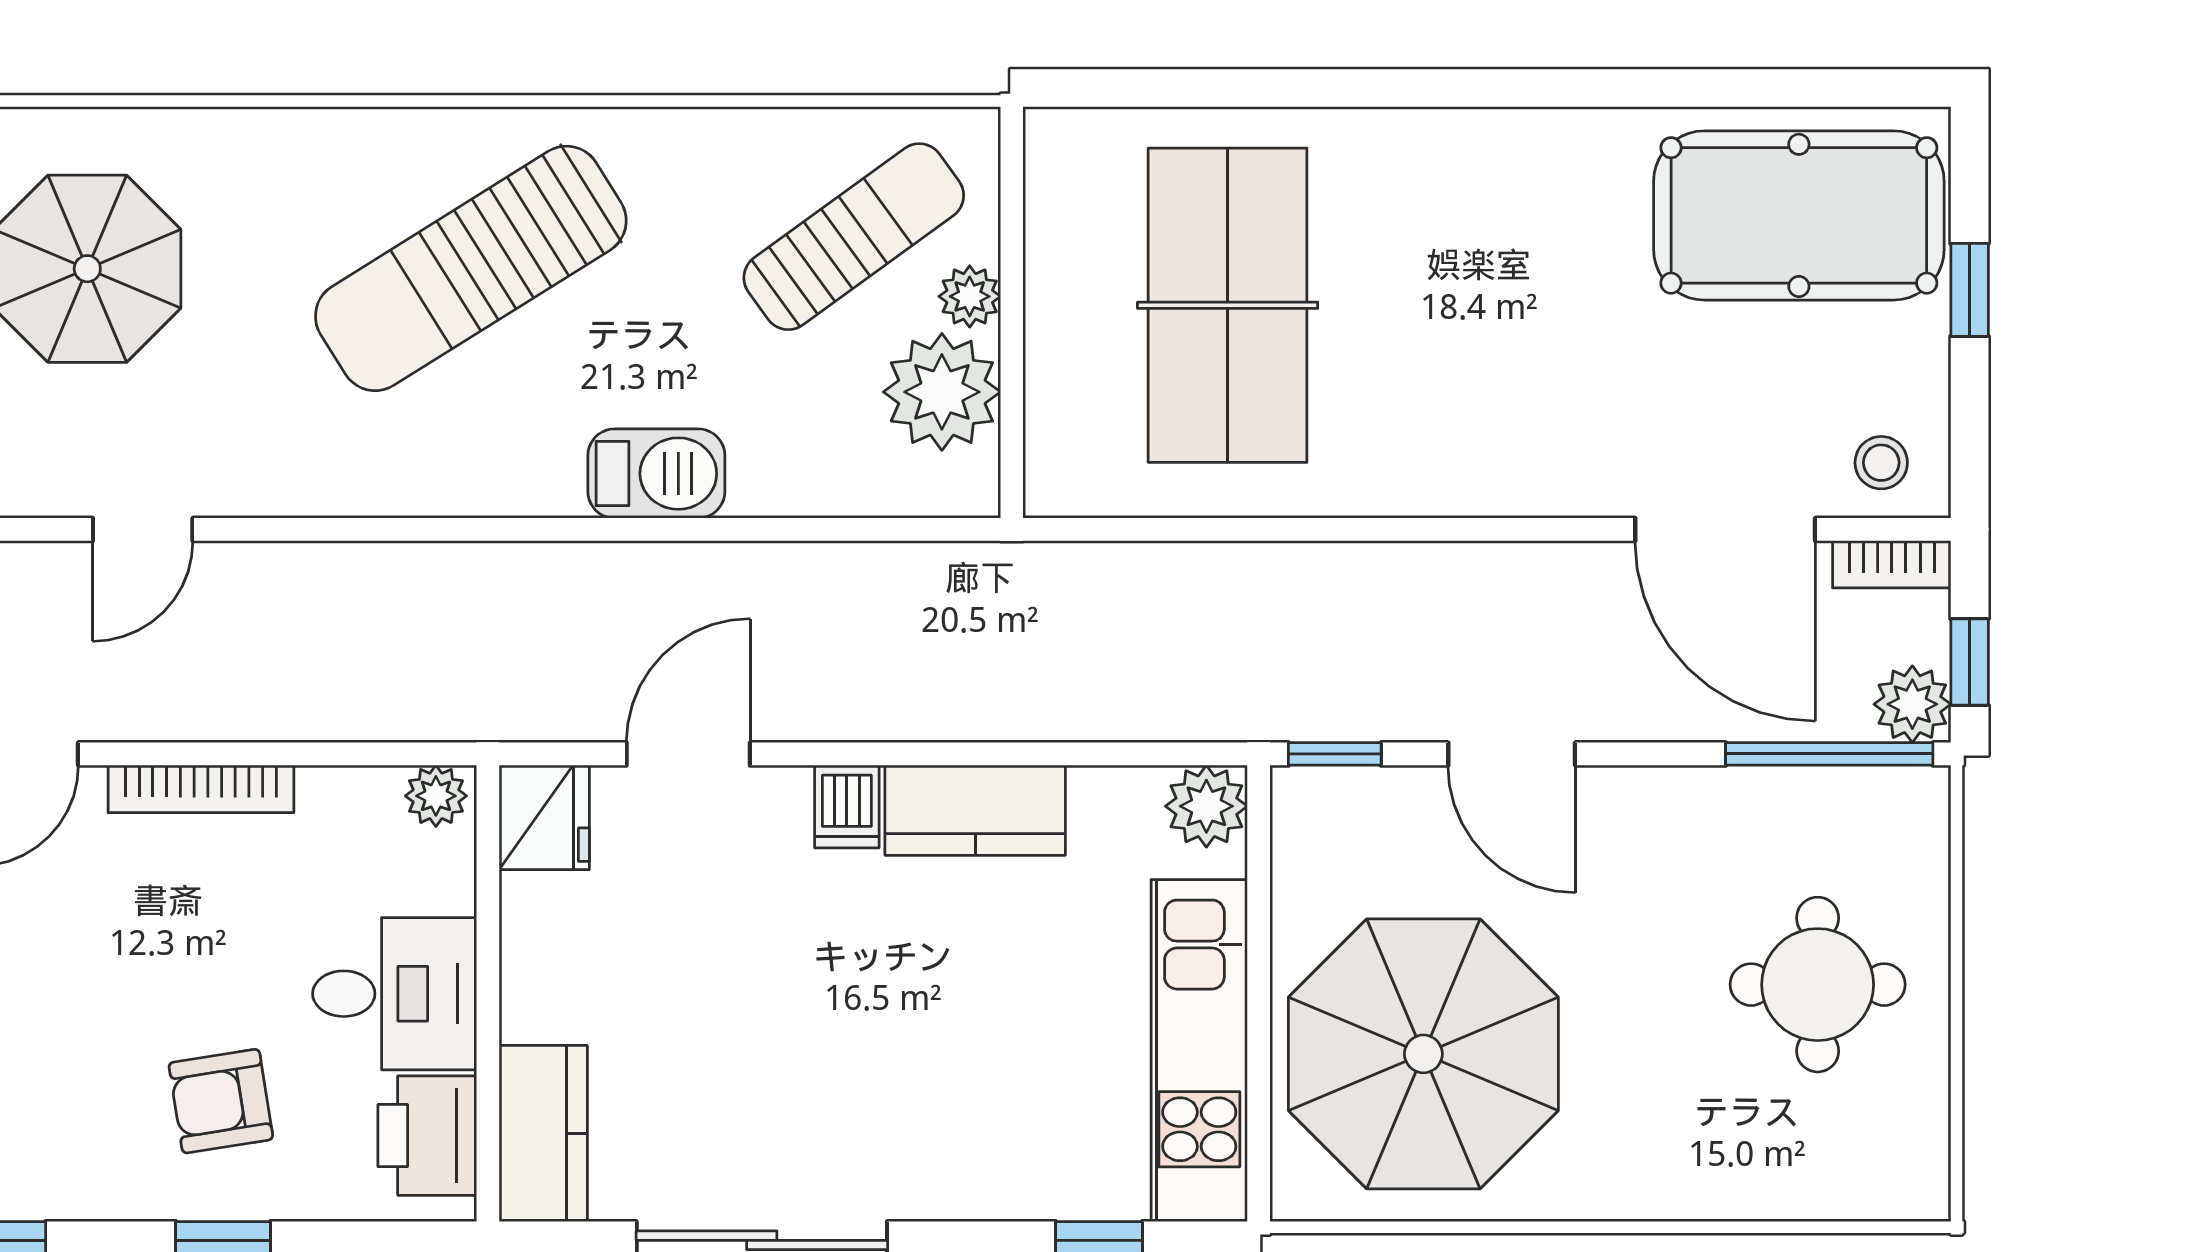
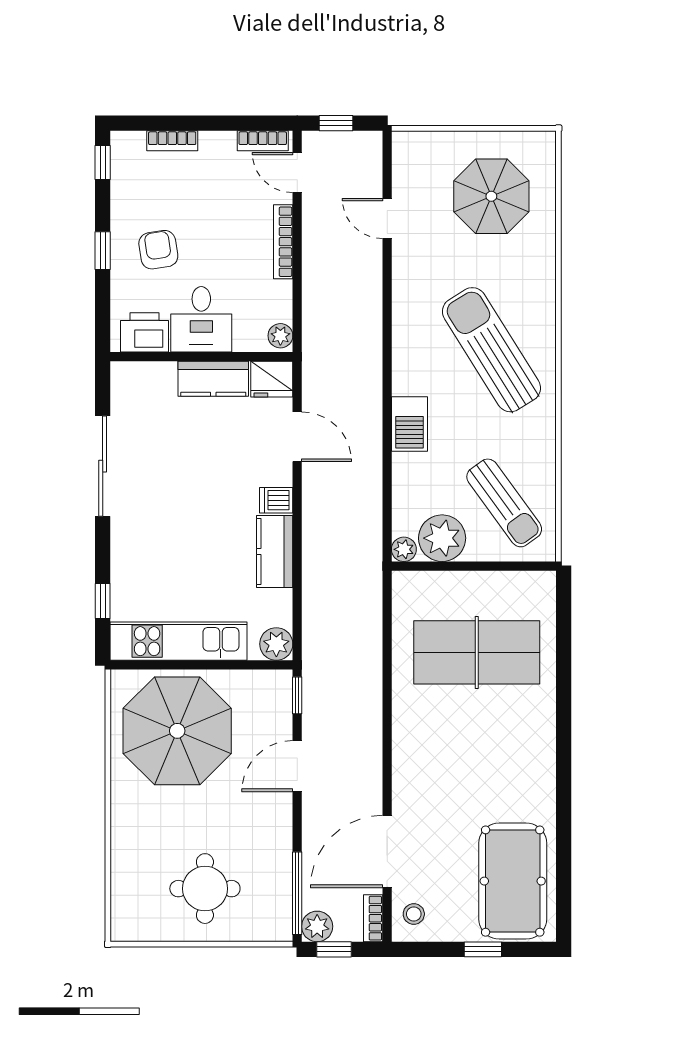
plant: (970, 296) -> (404, 549), moved
kitchen counter: (543, 1134) -> (213, 379), moved

